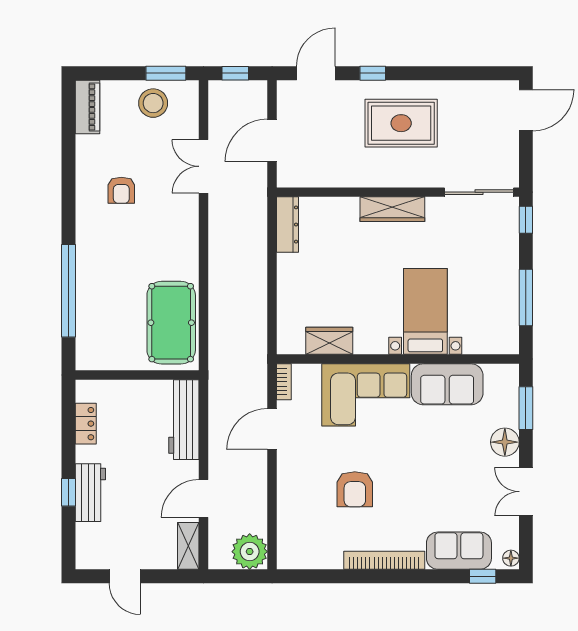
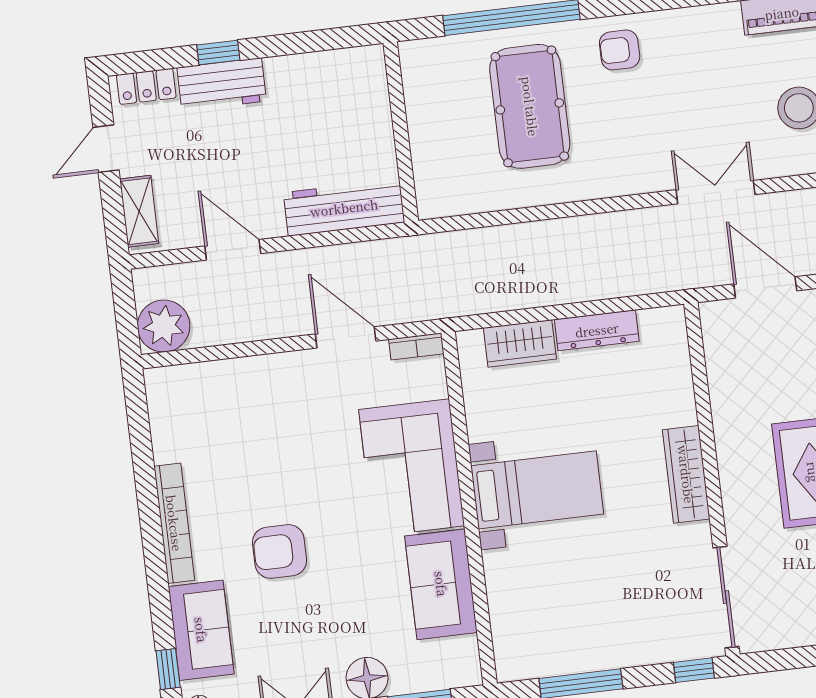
armchair: (121, 190) -> (620, 50), moved
dresser: (288, 225) -> (597, 330), moved
bed with nightstands: (425, 311) -> (537, 490), moved
pool table: (171, 323) -> (530, 106), moved, turned 90
wardrobe: (329, 341) -> (520, 343), moved, turned 90
locker: (86, 424) -> (146, 86), moved
armchair: (355, 489) -> (279, 551), moved
shelving: (188, 546) -> (139, 211), moved, turned 90

